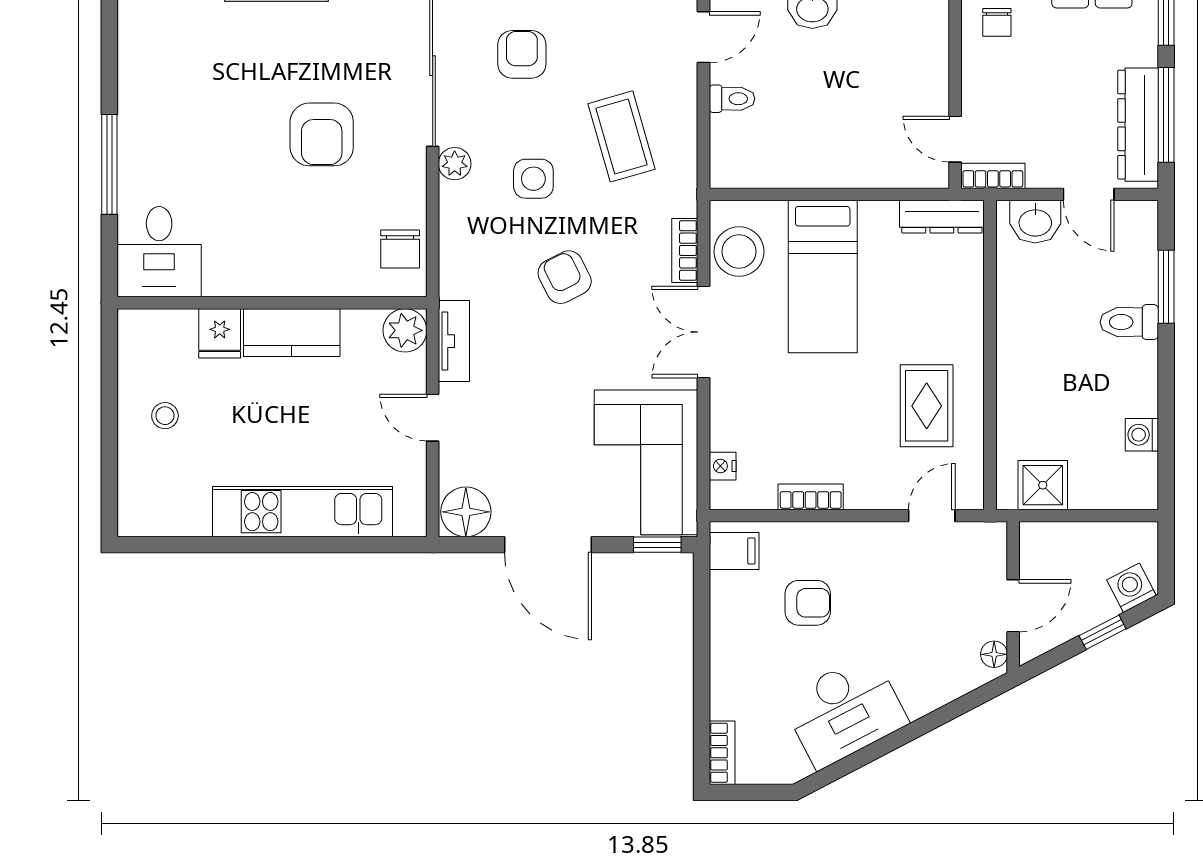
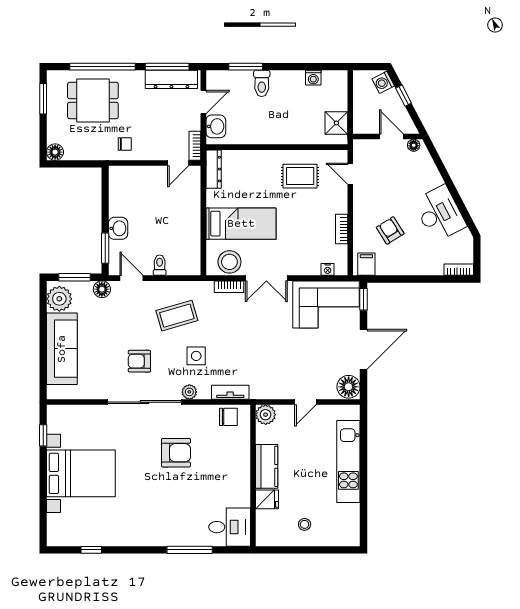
armchair: (565, 277) -> (241, 342), removed
tv unit: (454, 341) -> (230, 392), moved
armchair: (808, 603) -> (390, 230), turned -32

